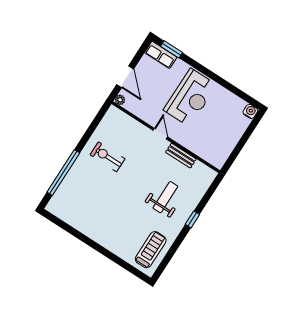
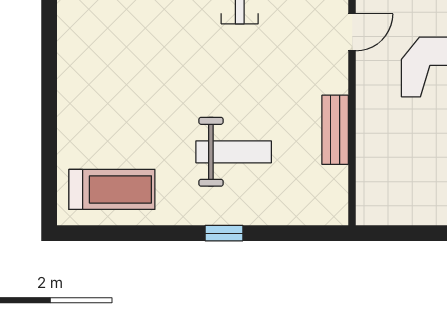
door: (160, 134) -> (352, 32), moved

